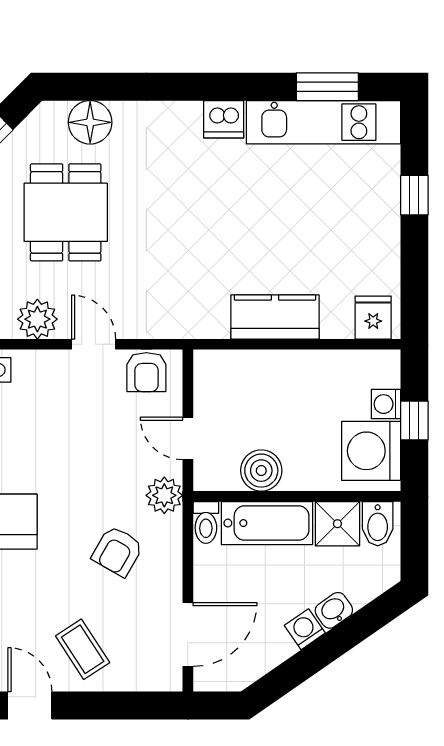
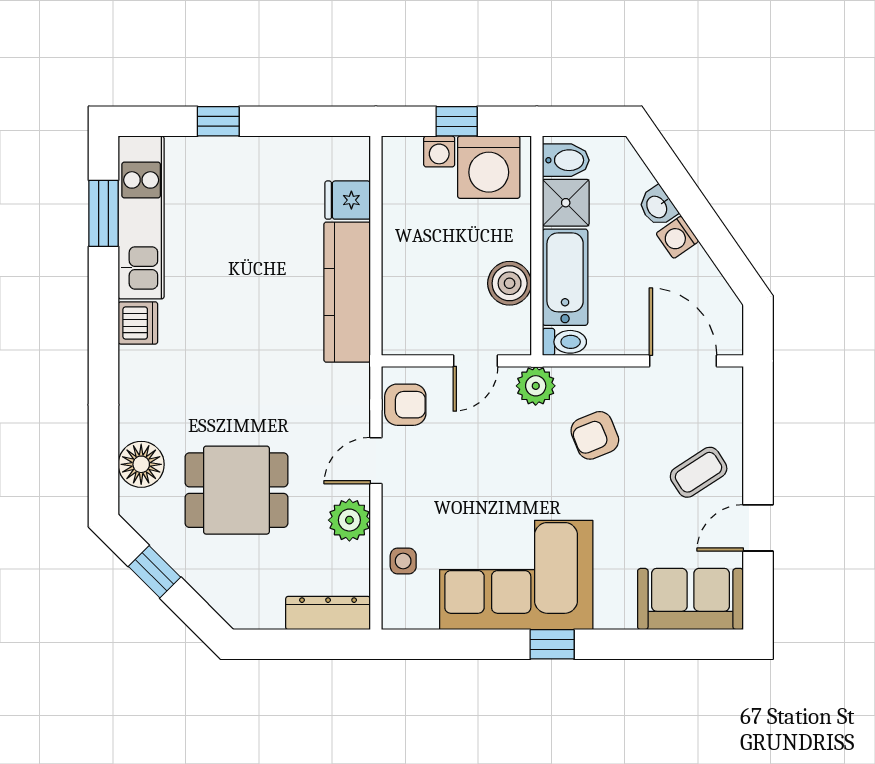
kitchen counter: (275, 317) -> (347, 292), width x1.50
fridge: (373, 318) -> (348, 200), moved
armchair: (117, 551) -> (595, 435), turned 128

